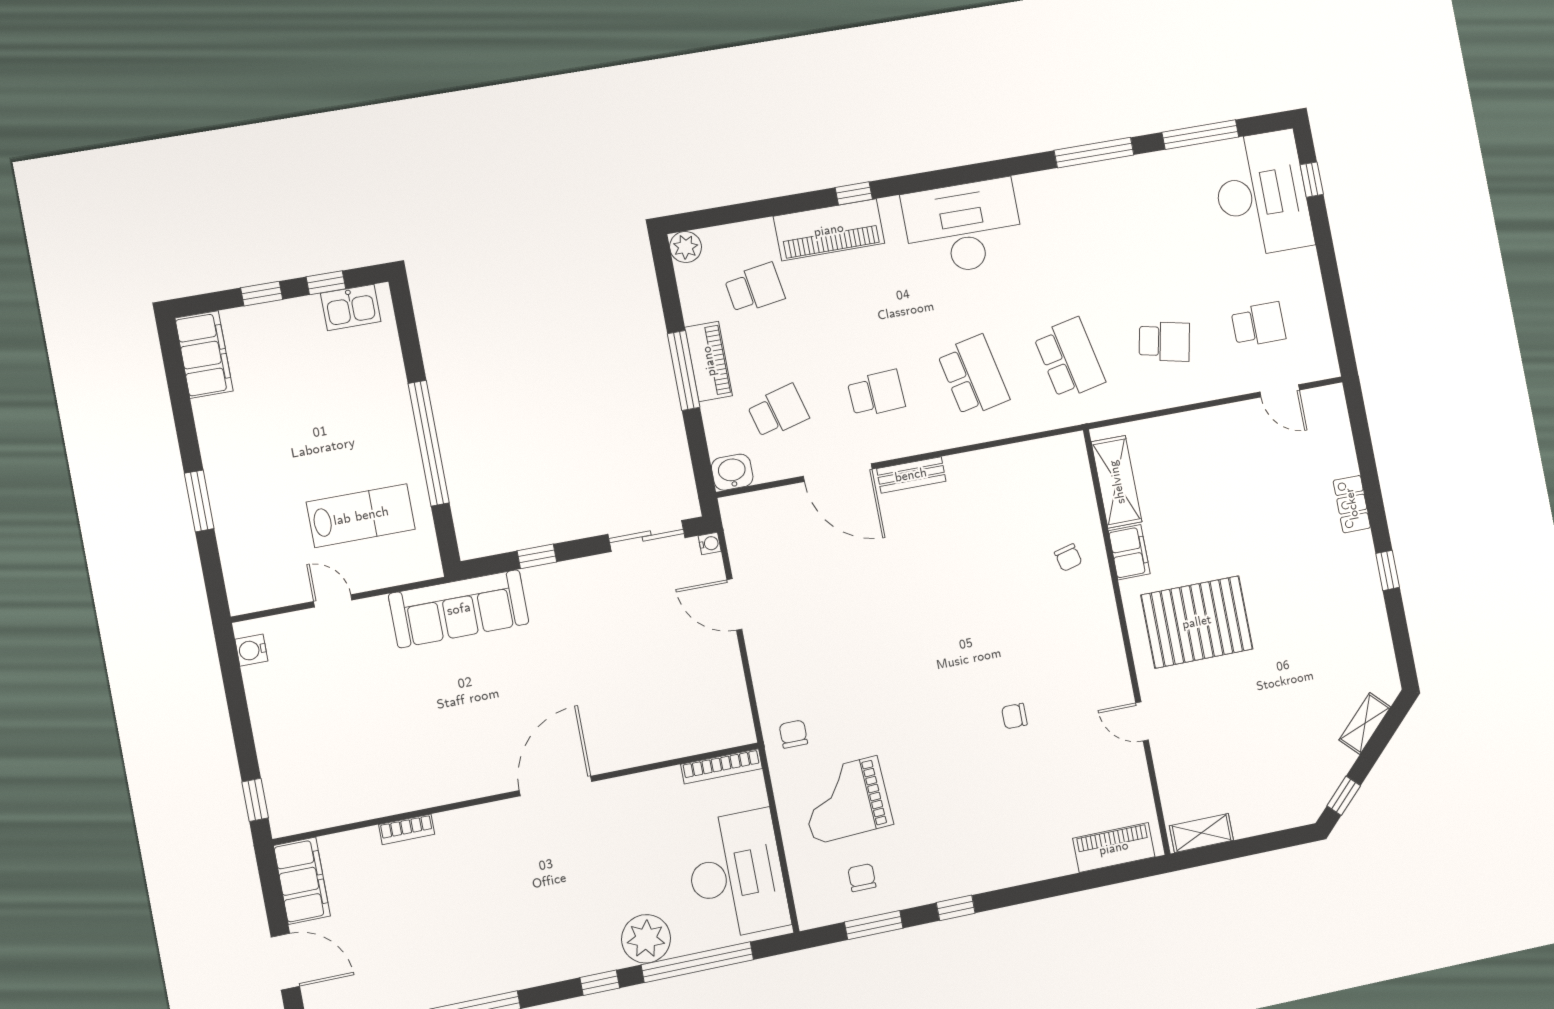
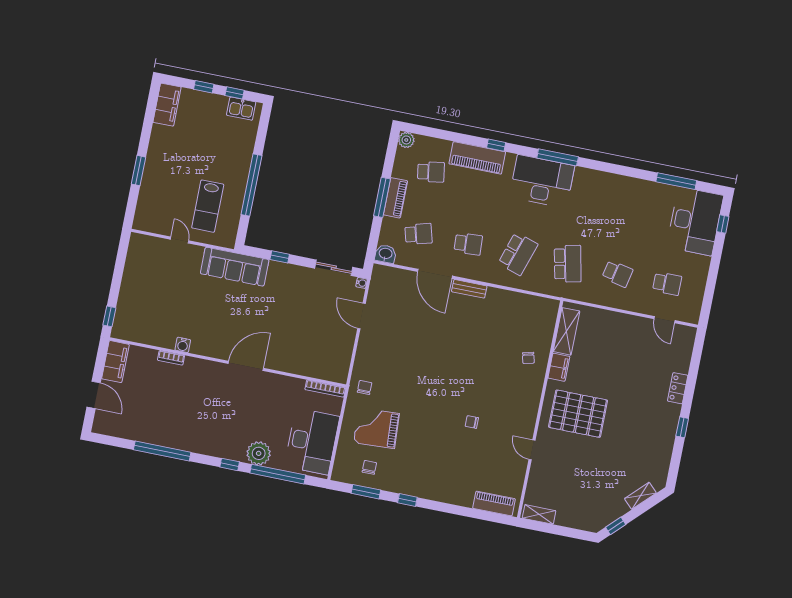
window: (1094, 153) -> (558, 157), moved
school desk: (973, 376) -> (518, 254), turned 30
lab bench: (361, 516) -> (208, 206), turned 90
water cooler: (251, 650) -> (183, 345), moved, turned -90

